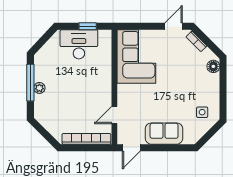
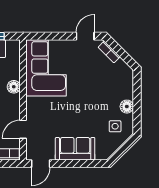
floor lamp: (213, 66) -> (127, 107), moved
floor lamp: (106, 75) -> (14, 87), added

